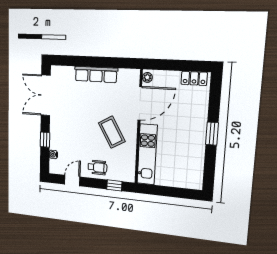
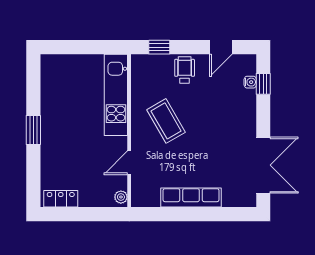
door: (140, 103) -> (129, 163), width x0.53
window: (45, 140) -> (263, 84), moved
wheelchair: (97, 167) -> (185, 70), turned 90

